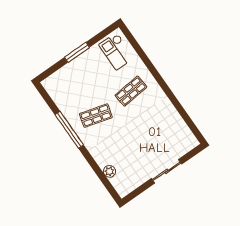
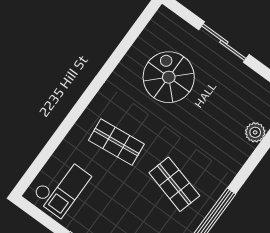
spiral stairs: (157, 133) -> (169, 77), added

